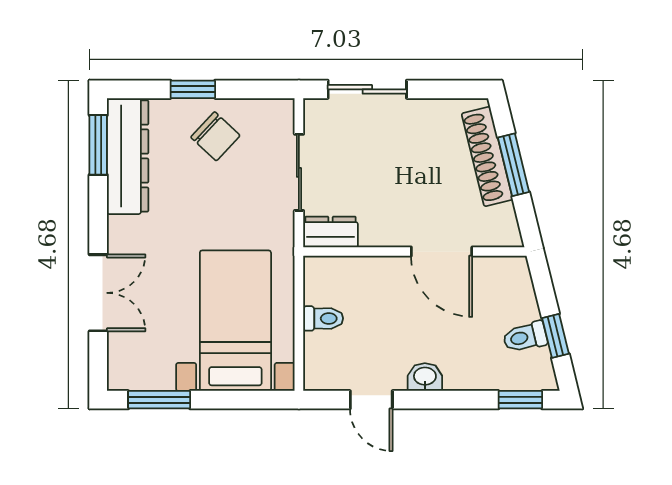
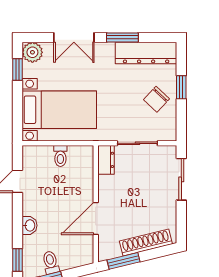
window: (98, 145) -> (122, 37), moved
window: (513, 165) -> (124, 261), moved
plant: (126, 372) -> (32, 52), added
washbasin: (425, 377) -> (30, 225), moved
window: (159, 400) -> (18, 70), width x0.67

